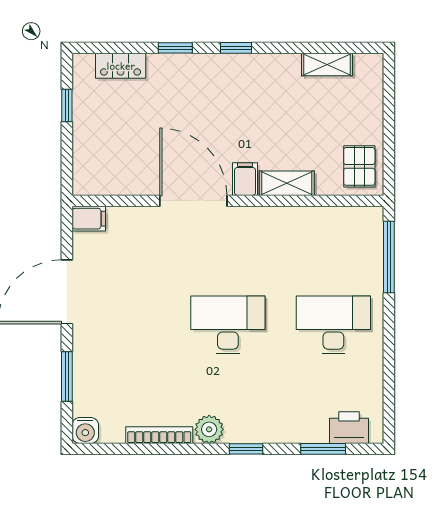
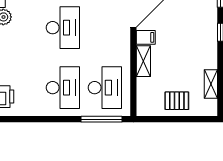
pallet: (359, 166) -> (177, 101), moved
desk: (333, 251) -> (105, 88), added

